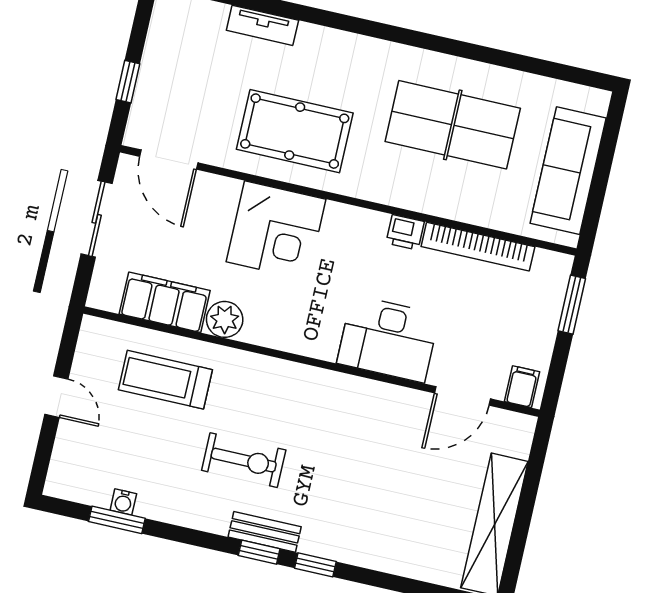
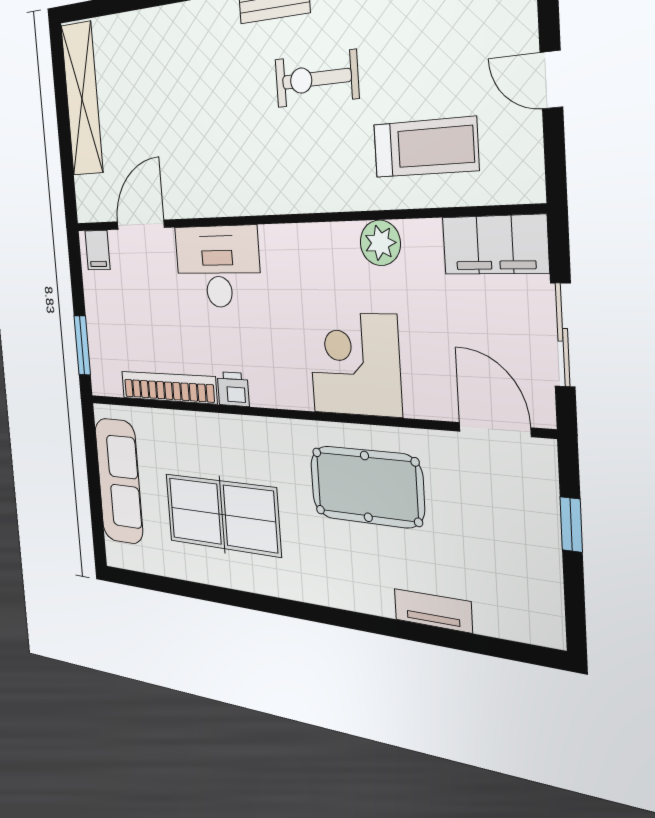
filing cabinet: (165, 302) -> (495, 245), moved

